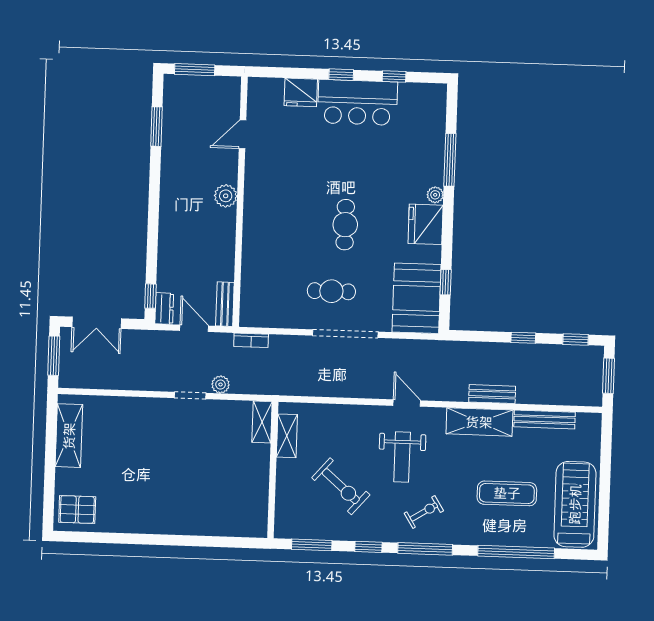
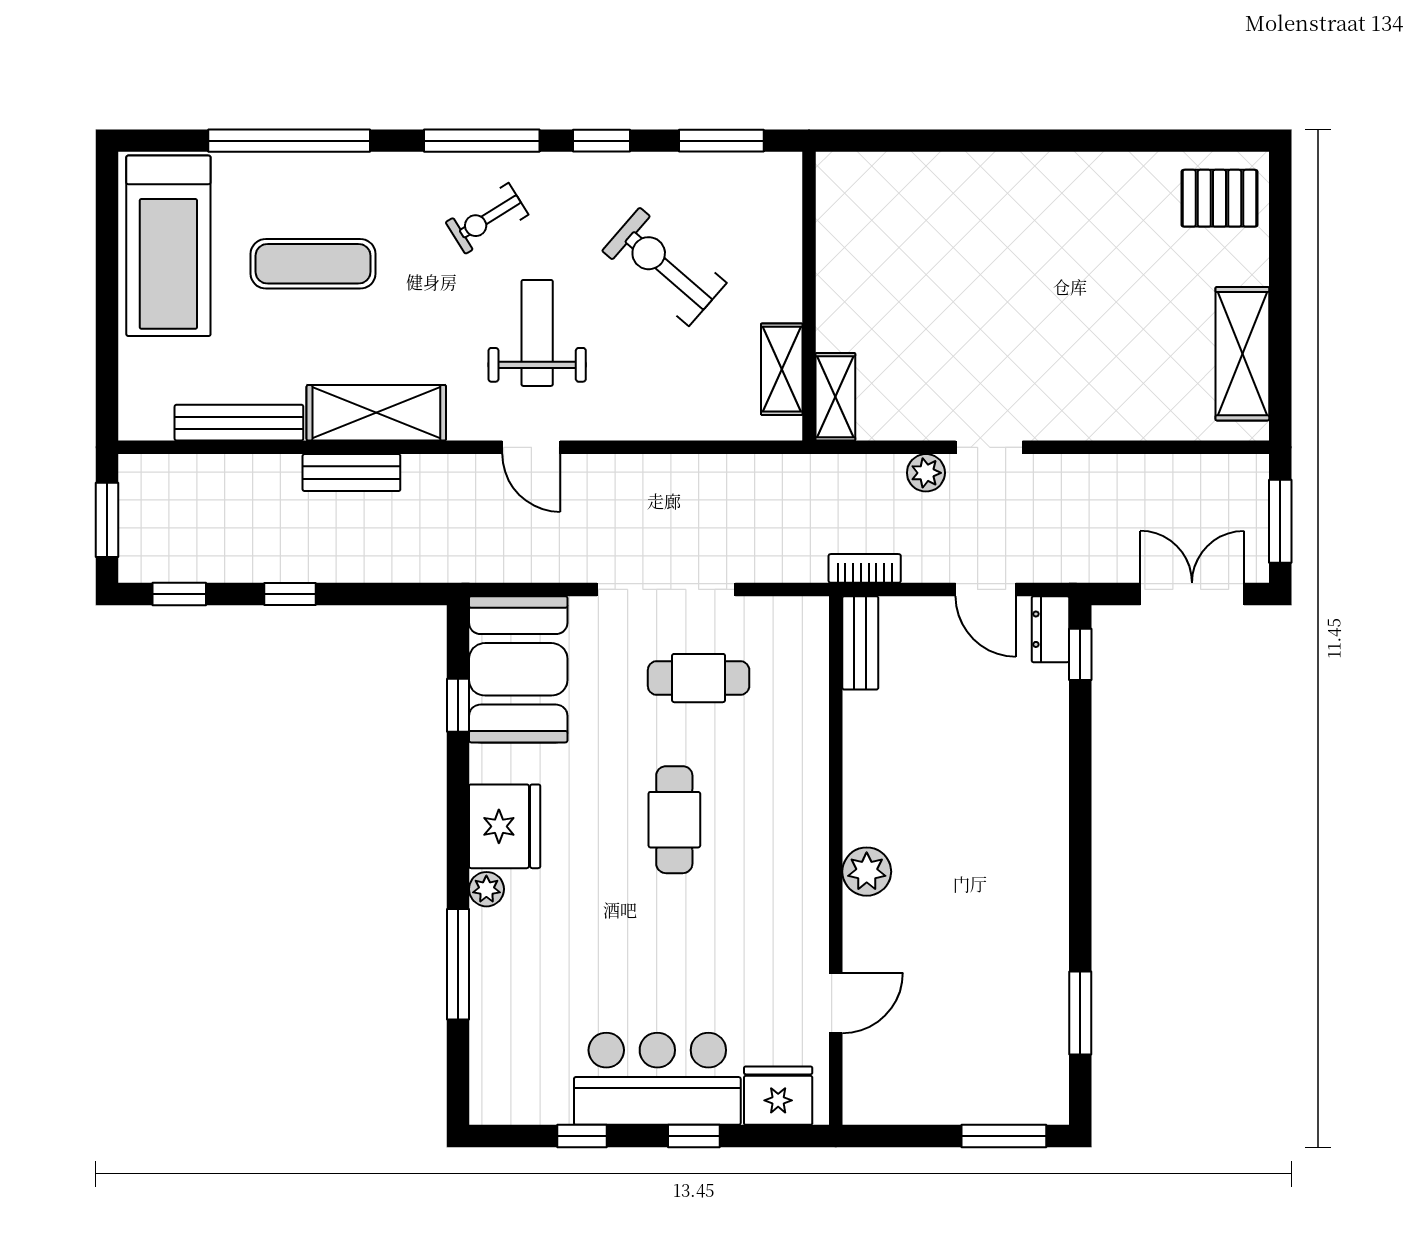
door: (242, 134) -> (836, 1003), moved
plant: (226, 196) -> (867, 872), moved
wall: (240, 202) -> (836, 861), moved
bench: (225, 304) -> (860, 643), moved

